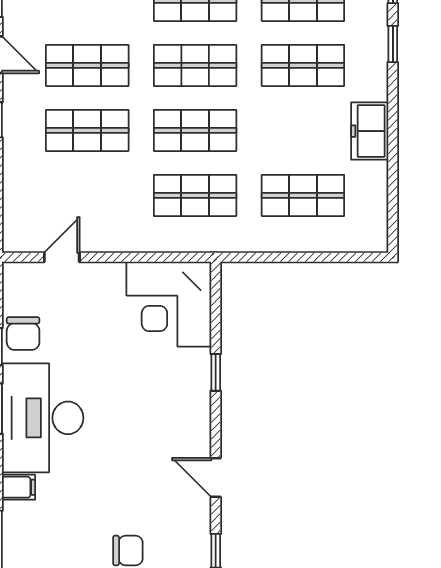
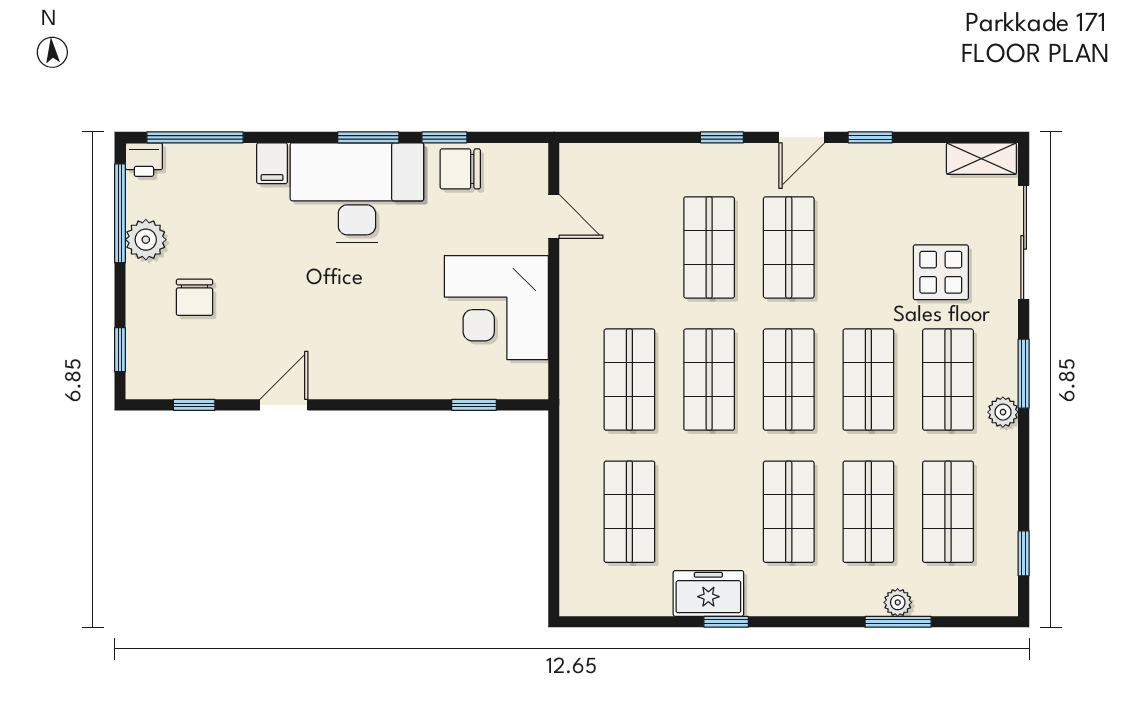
window: (393, 44) -> (726, 622), moved
corner desk: (169, 304) -> (496, 308), moved, turned -90
window: (216, 372) -> (474, 405), moved

